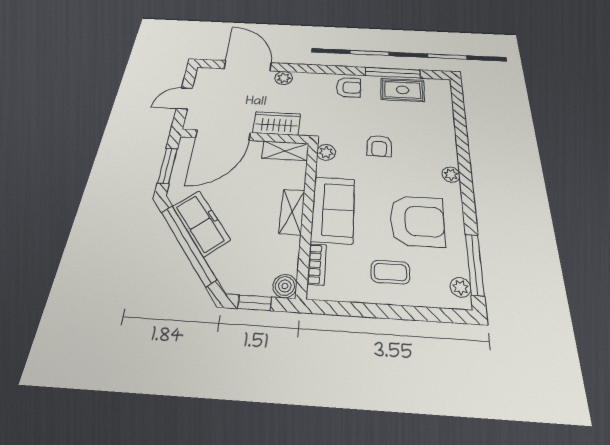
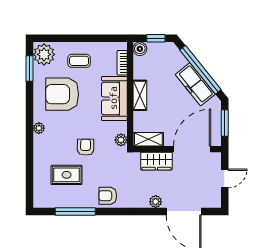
rug: (403, 90) -> (67, 175), moved
window: (475, 265) -> (29, 69), width x0.69
plant: (460, 287) -> (44, 54), width x1.88, depth x1.88

